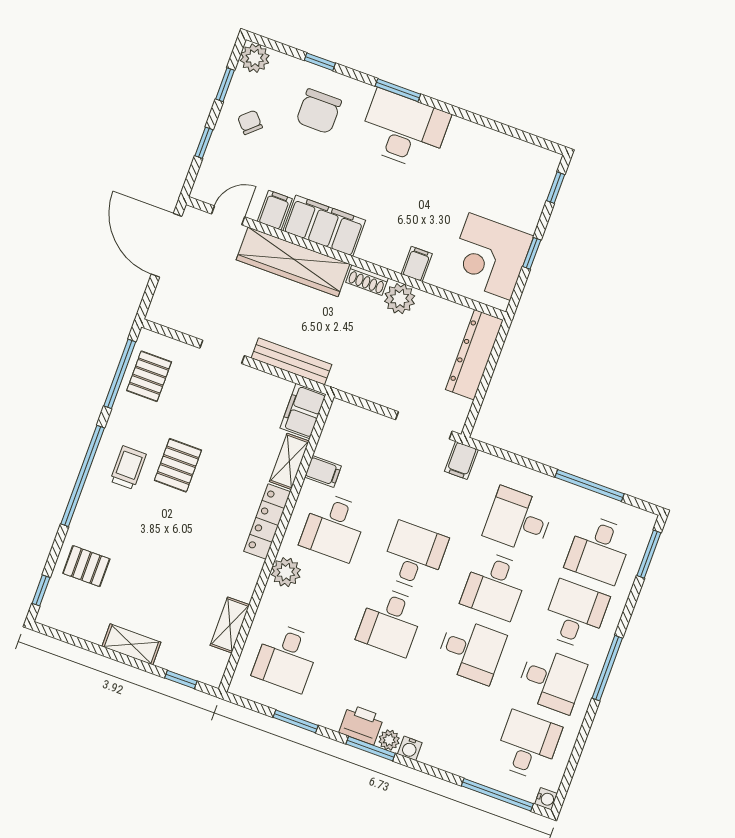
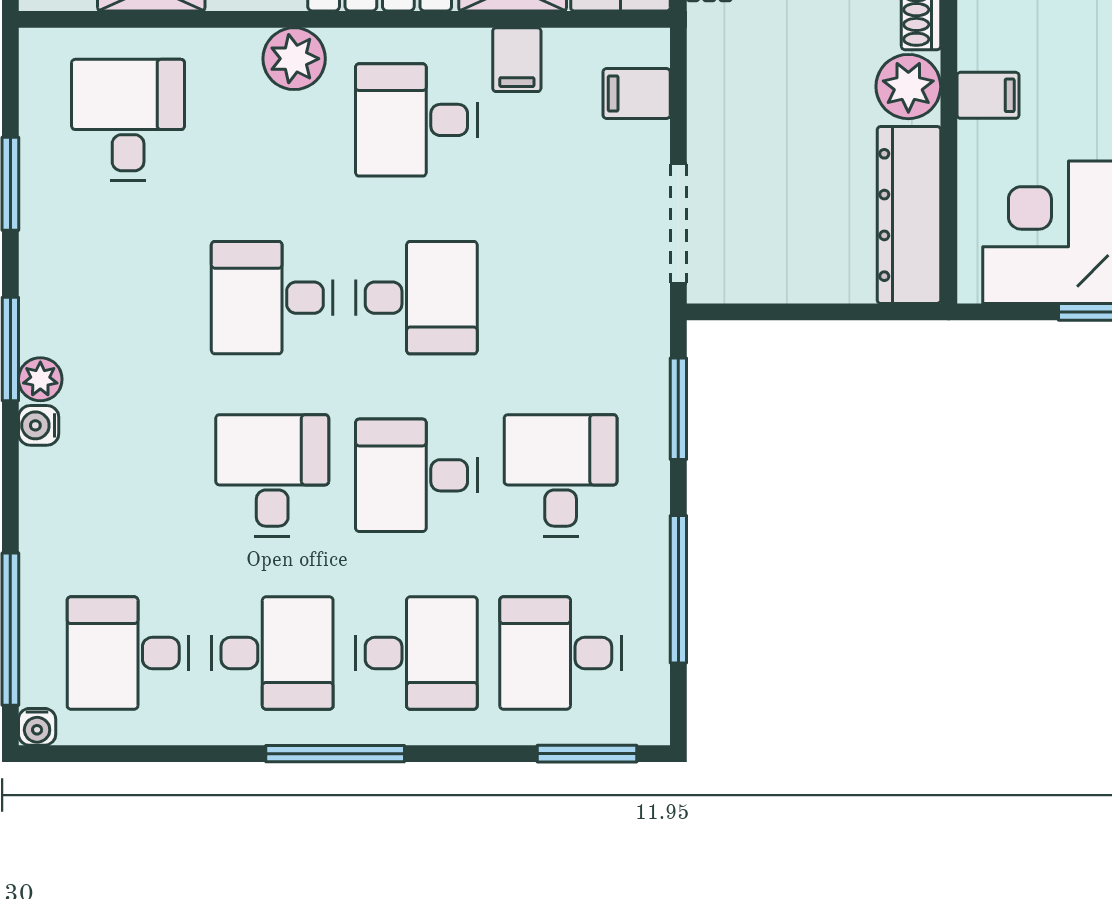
dresser: (474, 355) -> (909, 215), moved, turned -90
window: (508, 456) -> (678, 409), added
filing cabinet: (461, 460) -> (637, 93), moved
desk: (471, 651) -> (272, 475), turned 180
desk: (286, 657) -> (128, 120), turned 90
desk: (551, 680) -> (272, 653), turned -90
printer: (361, 725) -> (51, 314), removed
desk: (528, 745) -> (128, 653), turned 180

